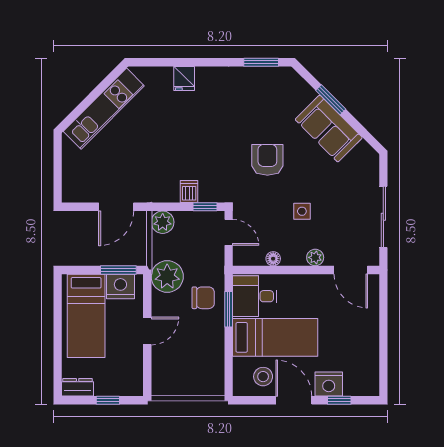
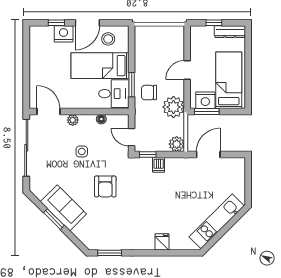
window: (331, 100) -> (54, 219), moved
sliding door: (383, 217) -> (26, 148), width x1.36
dresser: (78, 387) -> (230, 32), width x1.44
door: (294, 400) -> (87, 23), hinge flipped

